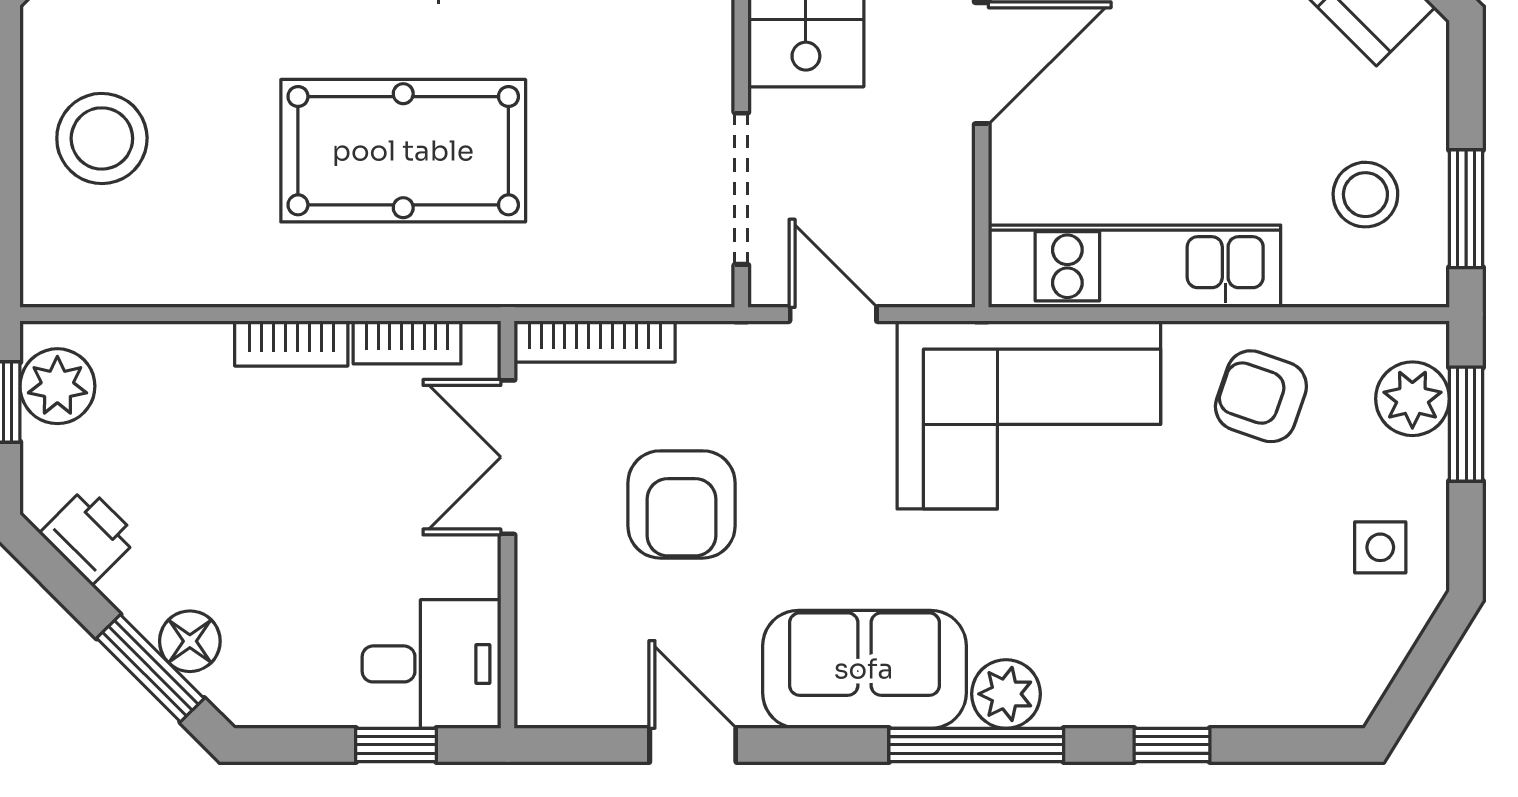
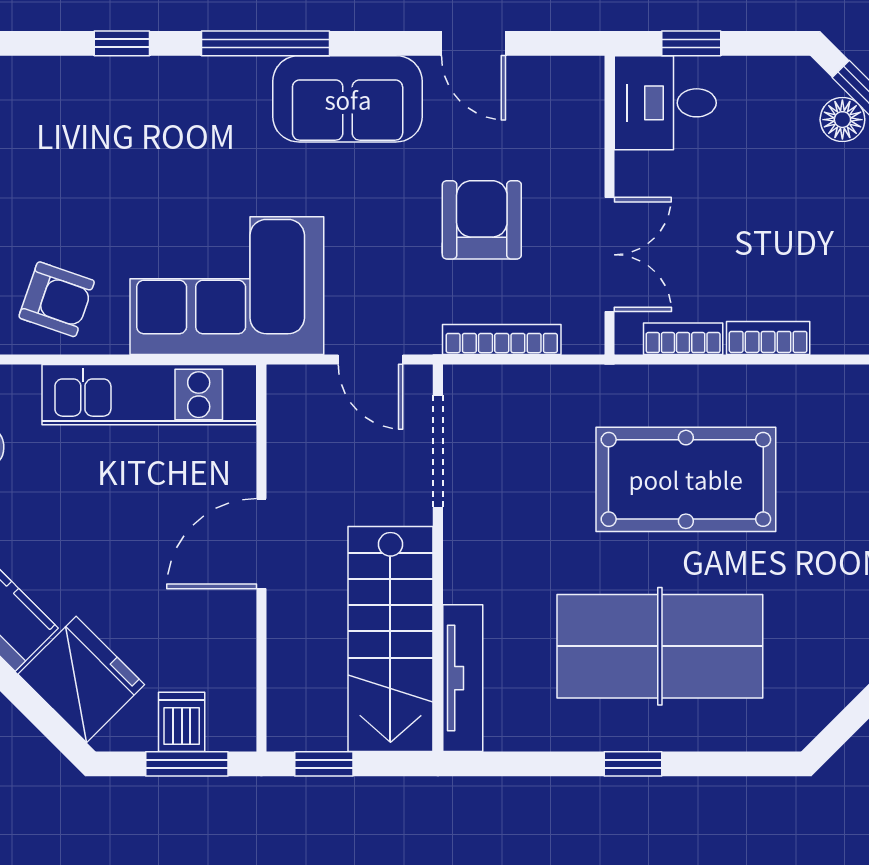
bookcase: (595, 341) -> (502, 339), moved
plant: (1006, 694) -> (244, 81), removed

